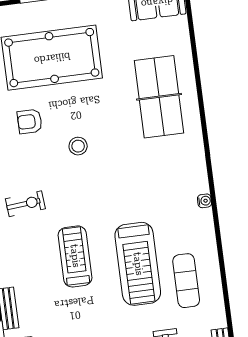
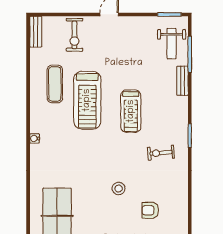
armchair: (30, 121) -> (150, 210), turned 180
treadmill: (138, 264) -> (87, 100), turned 180

